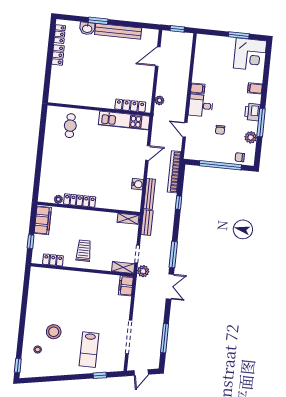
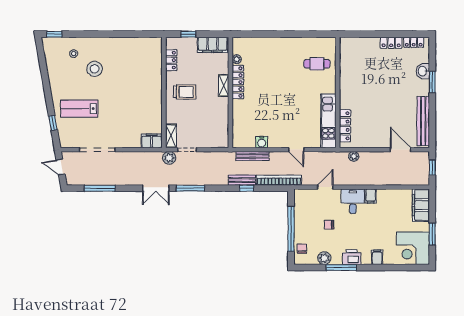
bench: (118, 31) -> (423, 121), moved
filing cabinet: (211, 43) -> (421, 205), added
shelving: (128, 219) -> (224, 85), moved
bench: (147, 223) -> (242, 180), moved

